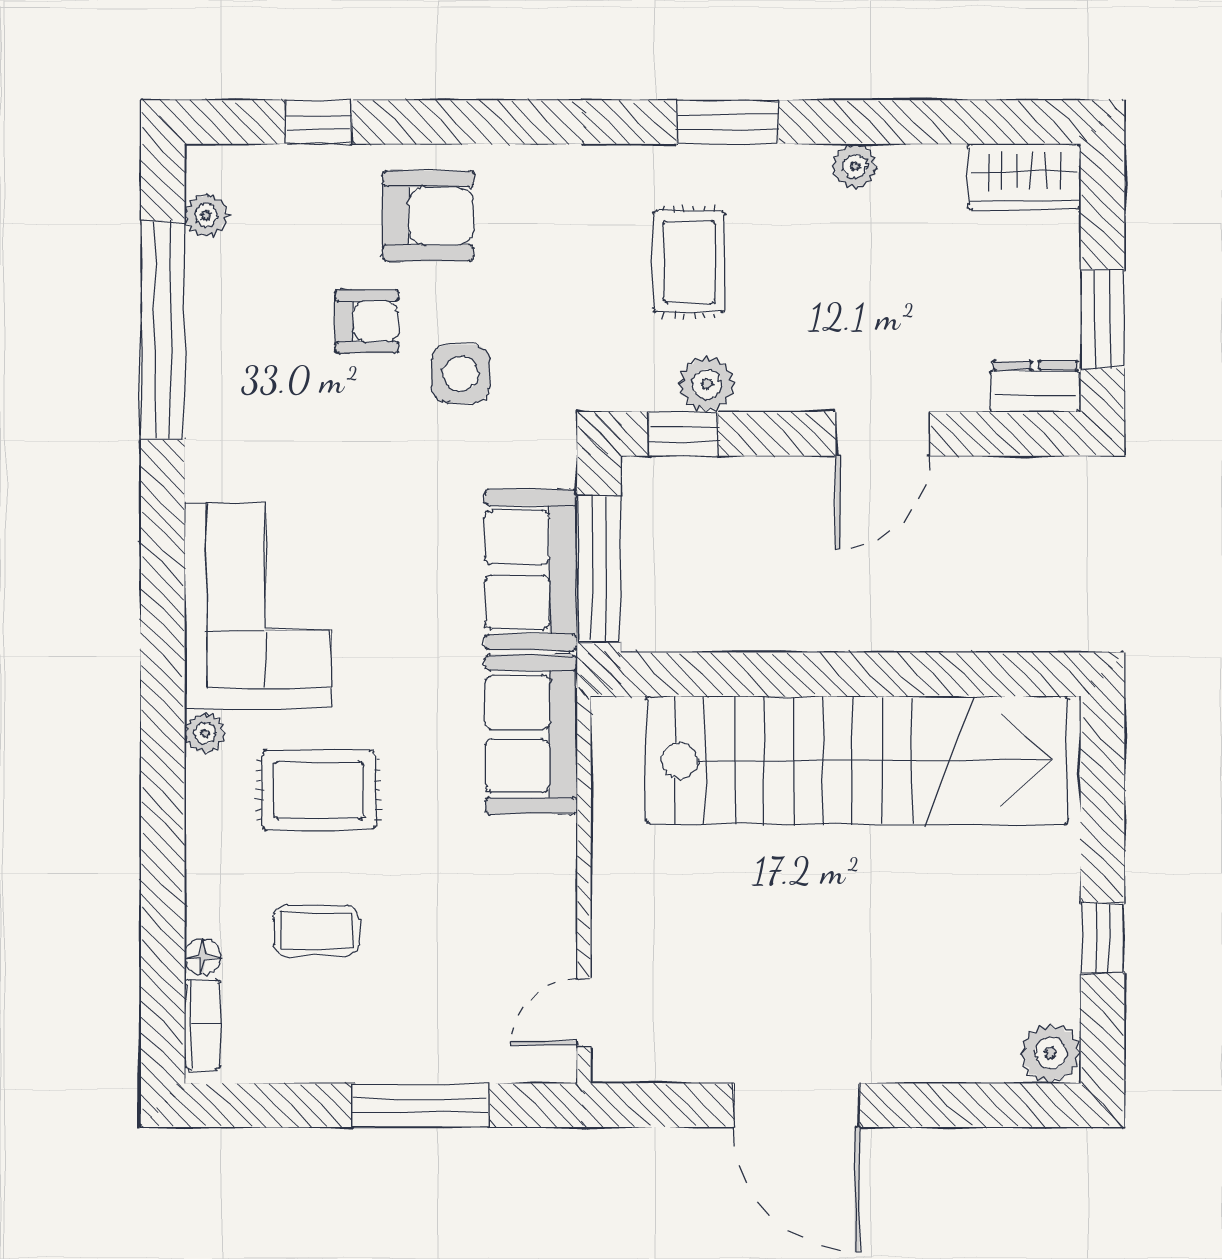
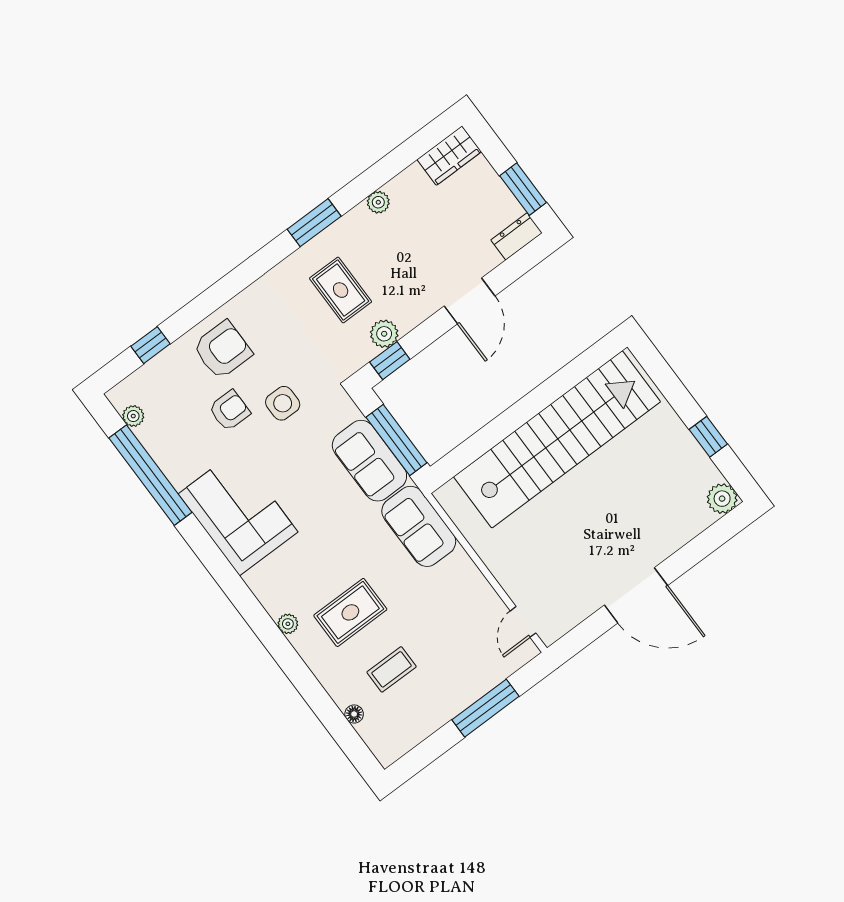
corner sofa: (258, 606) -> (238, 513), moved
bookcase: (202, 1025) -> (374, 741), removed

